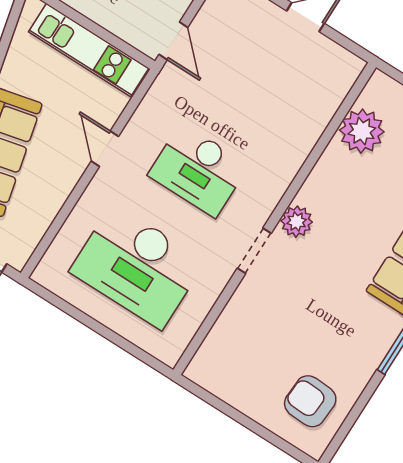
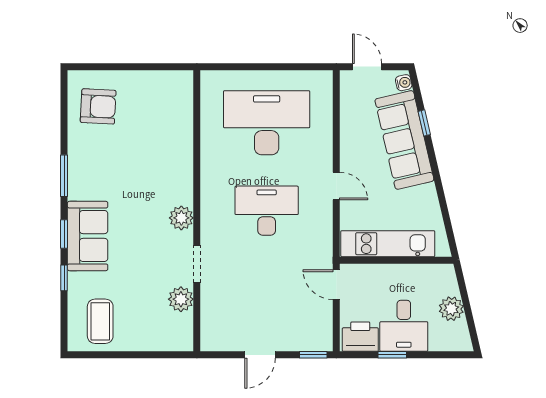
plant: (362, 131) -> (181, 299), width x0.73, depth x0.73
doorway: (254, 251) -> (197, 264), moved

